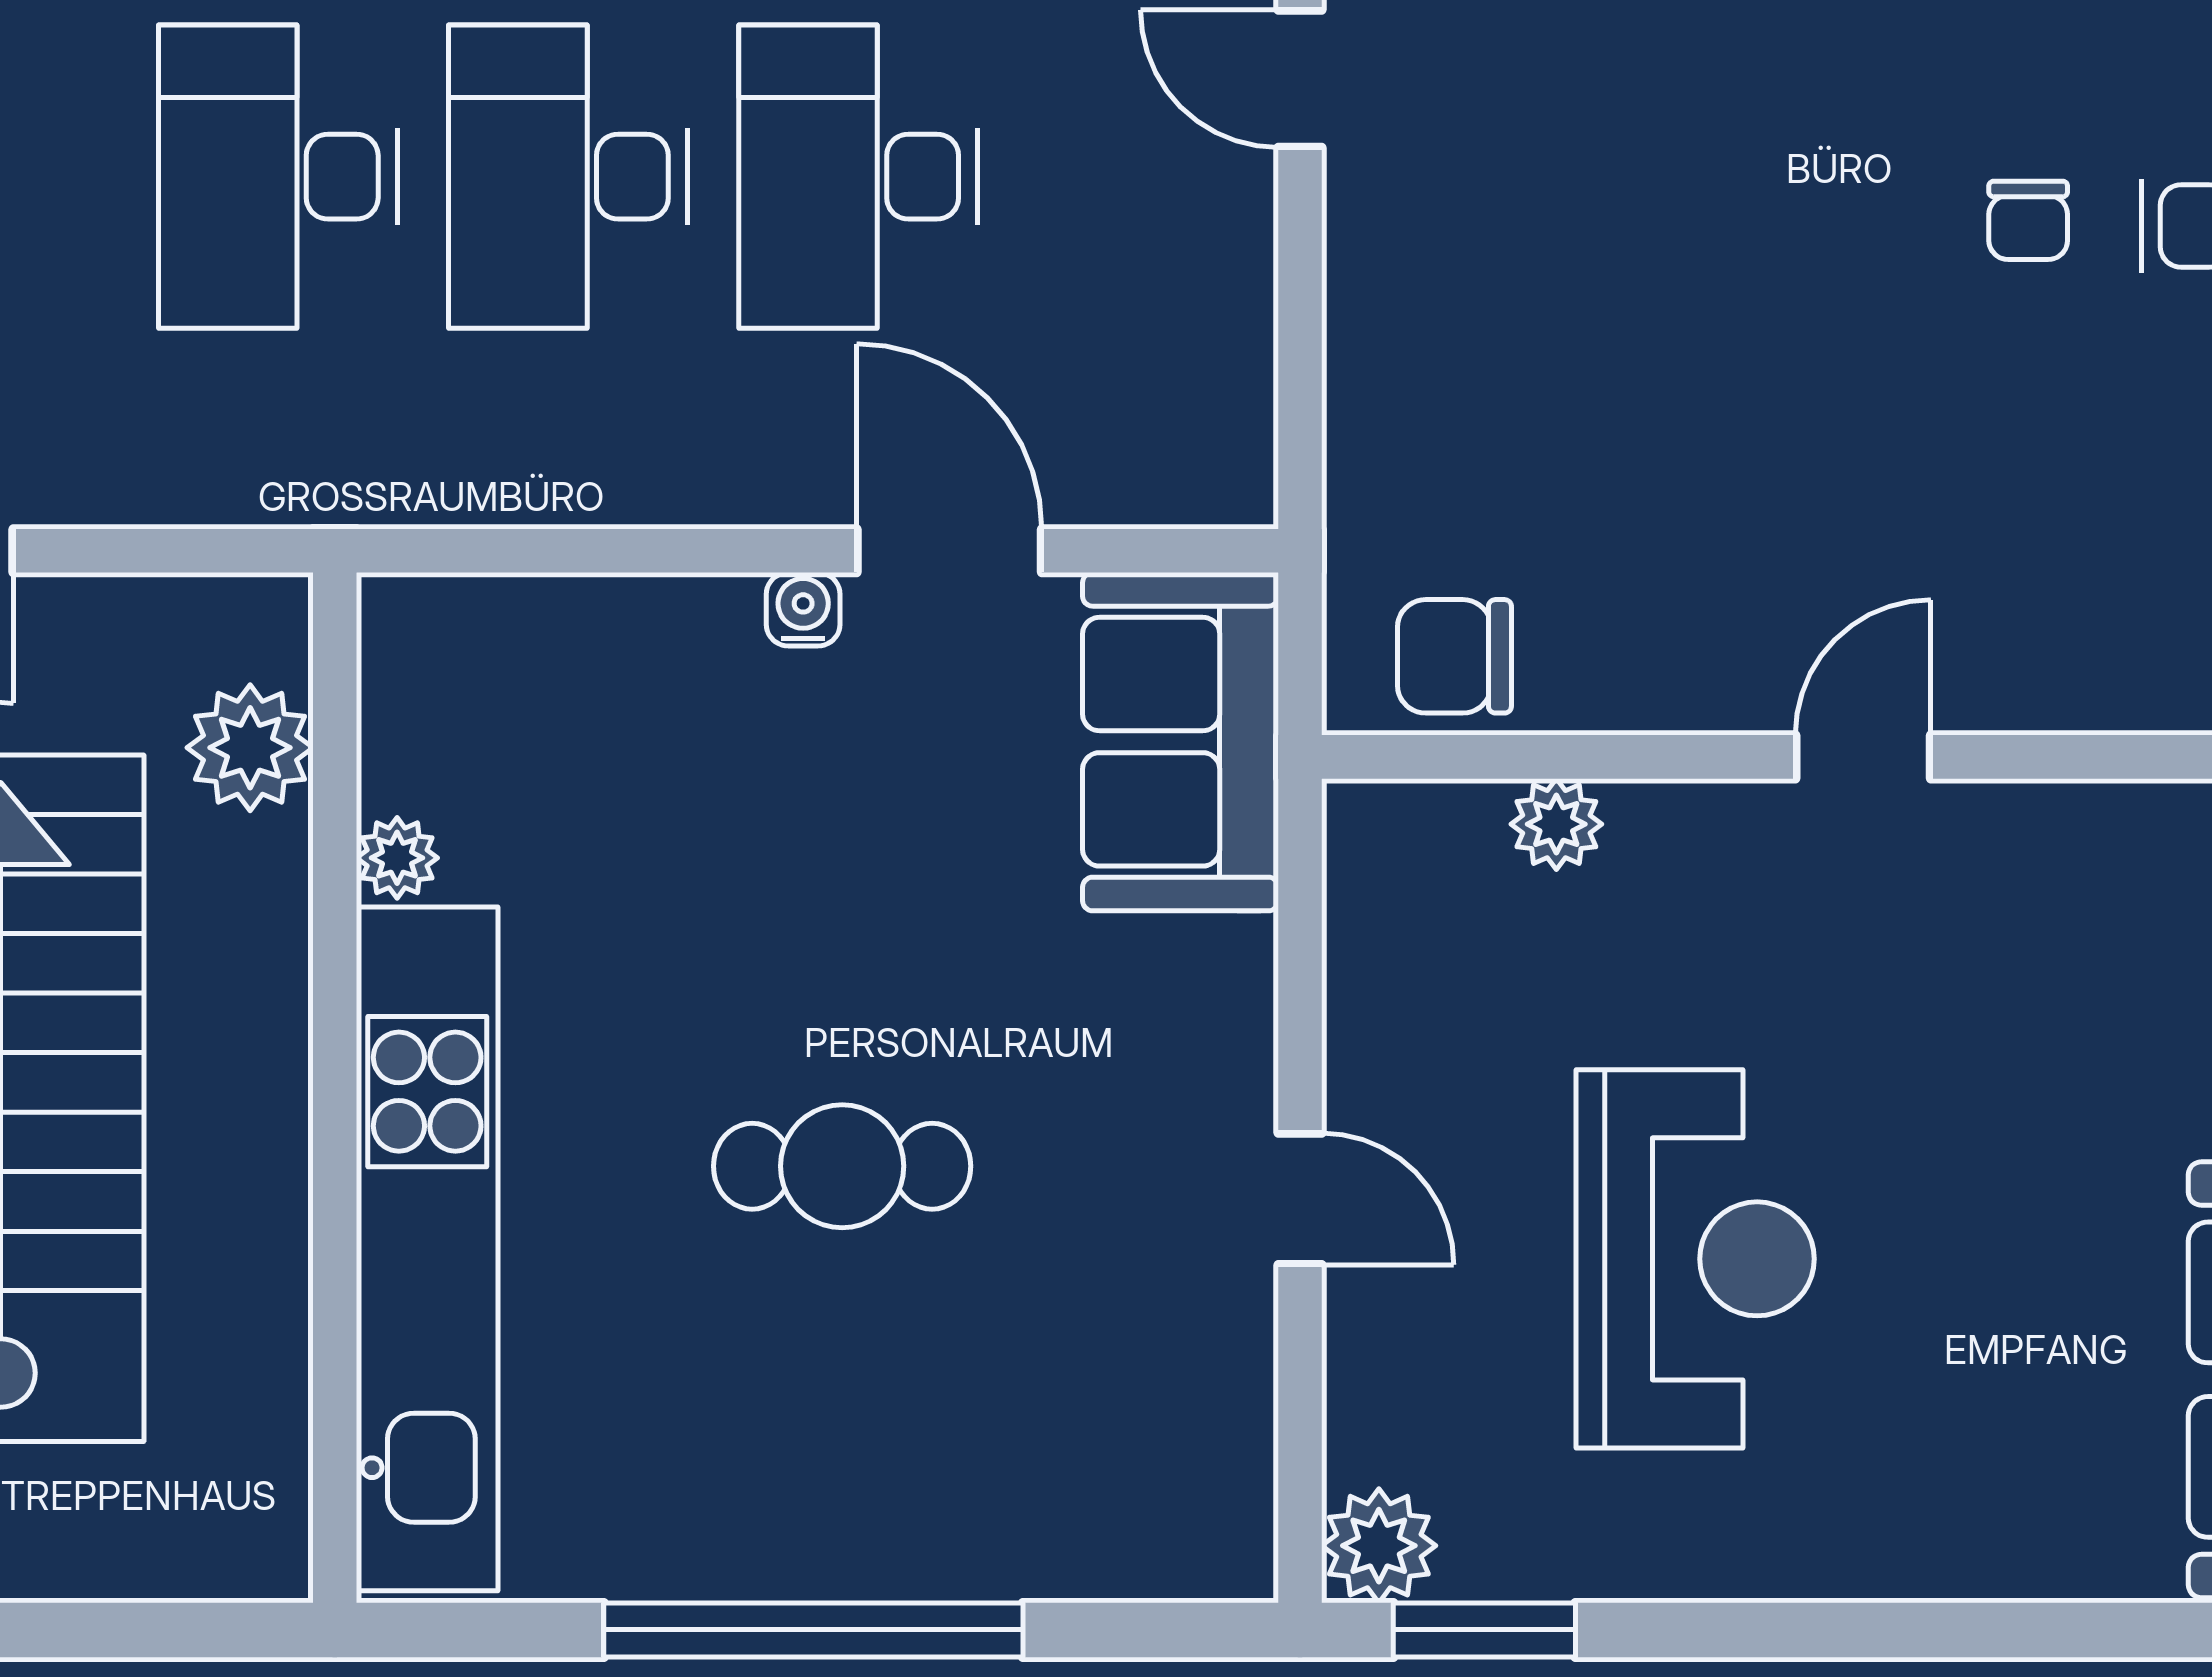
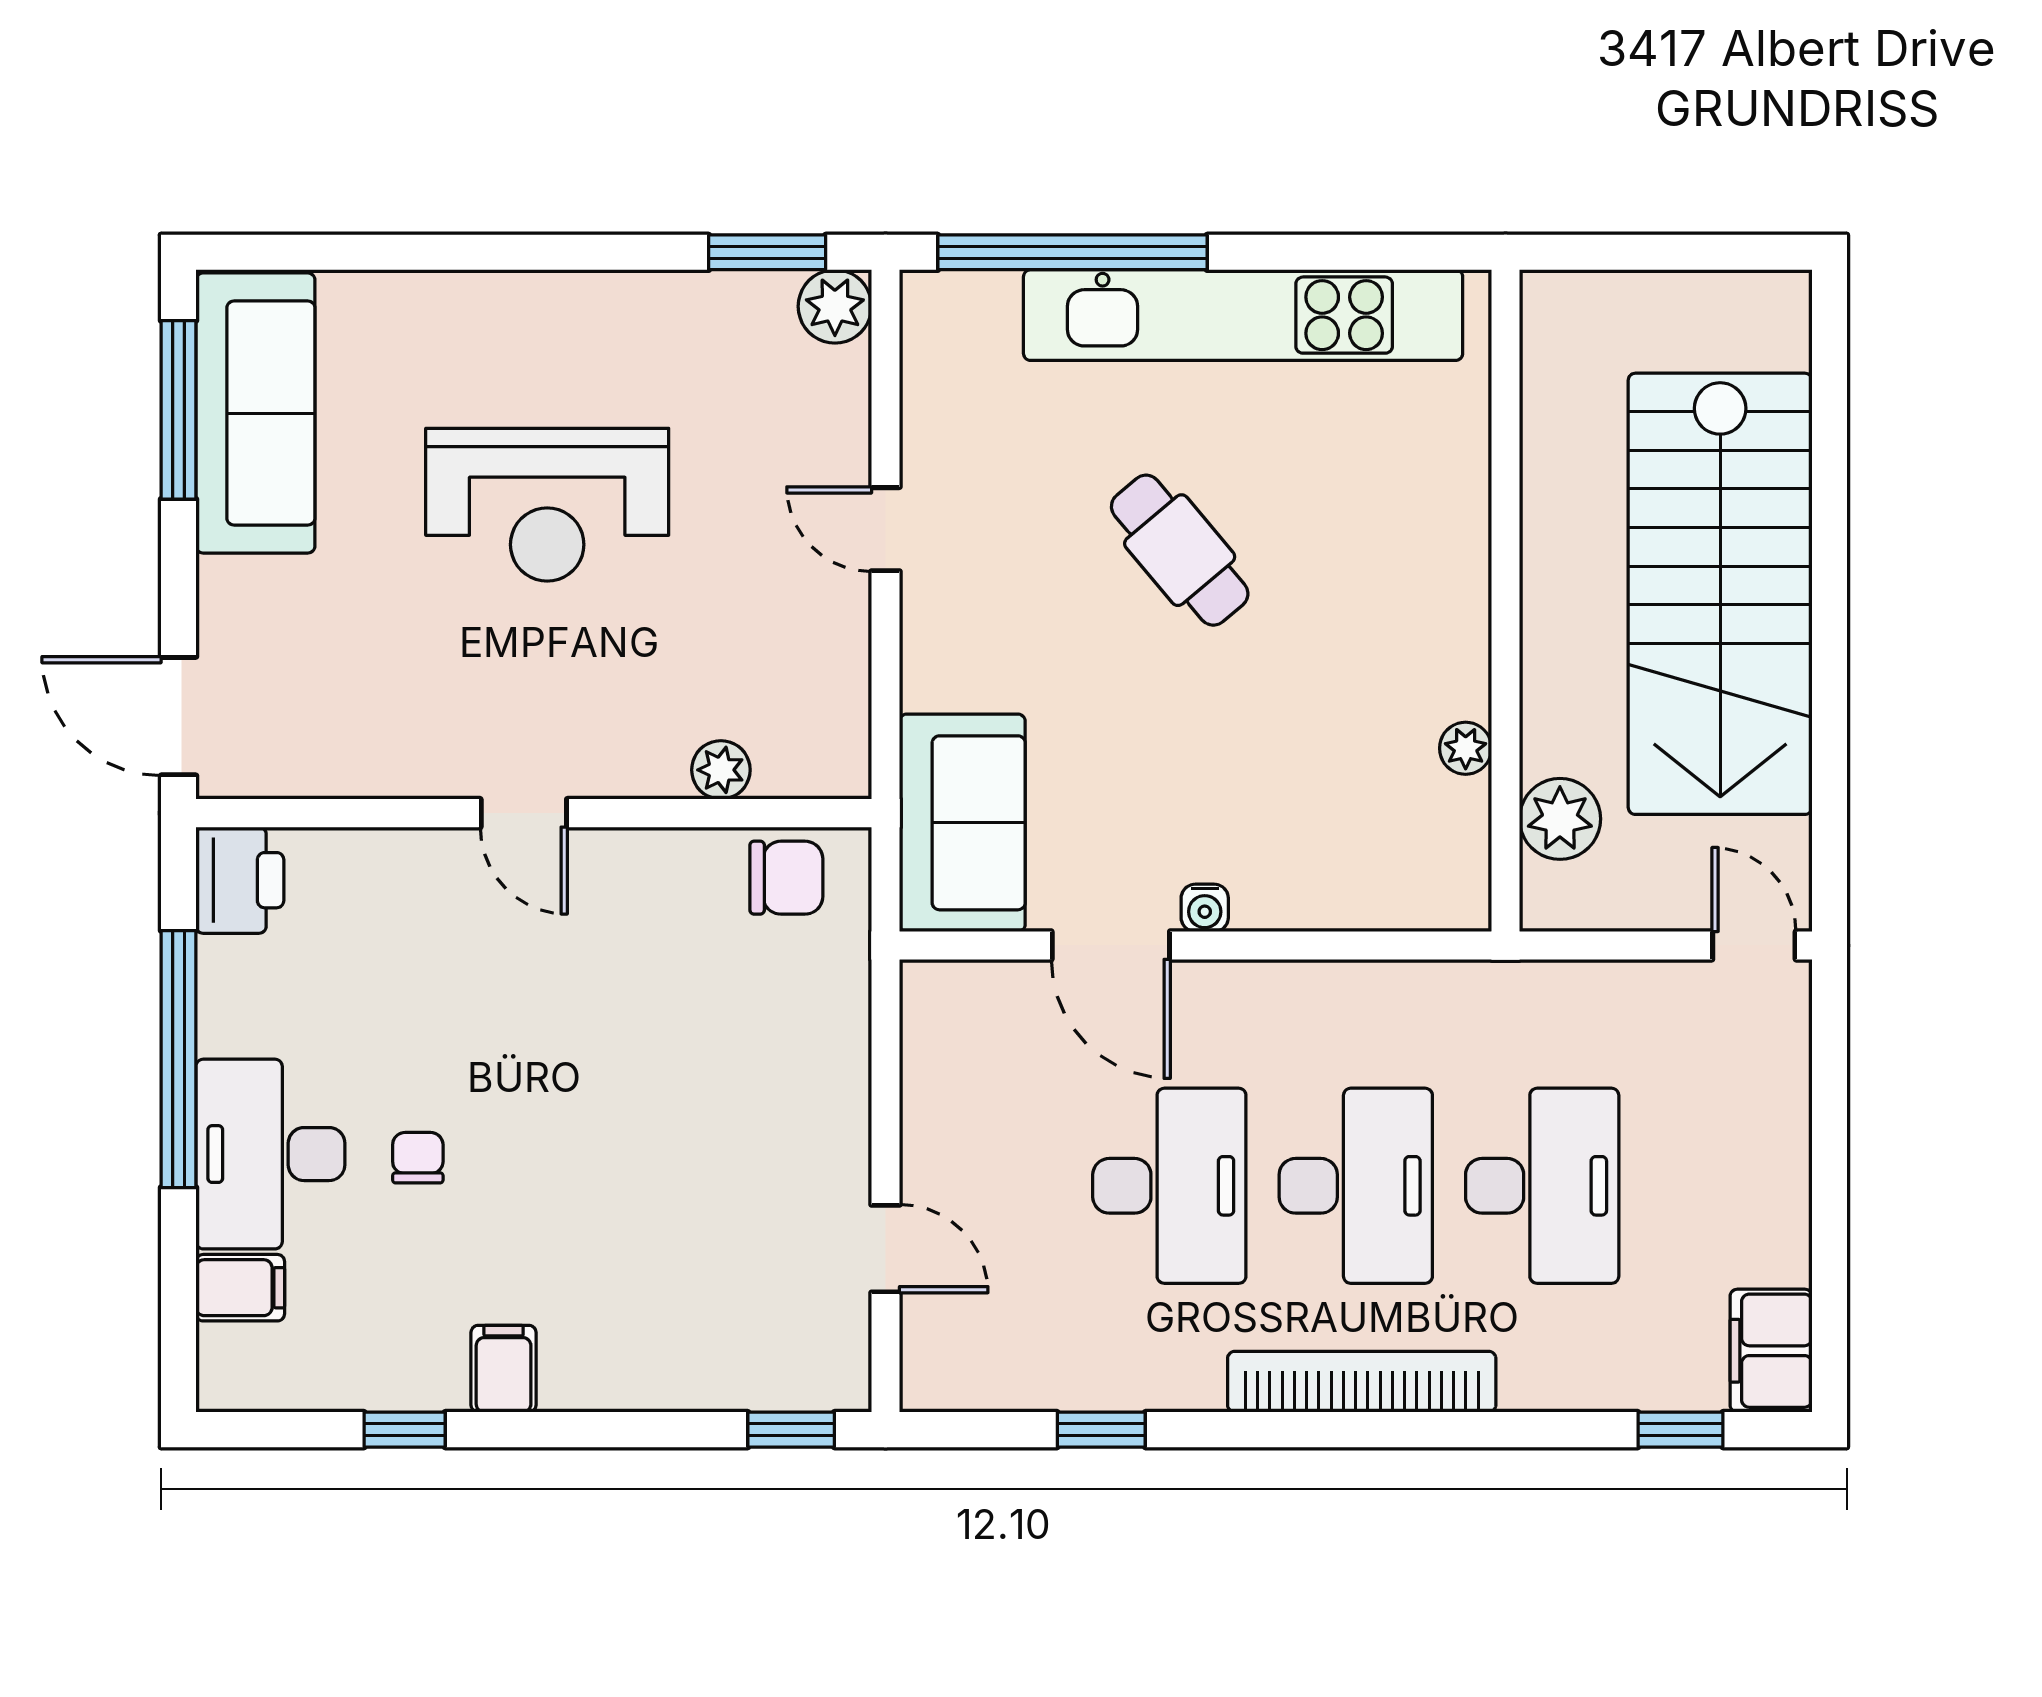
door: (1863, 757) -> (524, 813), hinge flipped
cafe table: (842, 1166) -> (1180, 550), turned 50
kitchen unit: (427, 1249) -> (1243, 315), moved, turned -90
reception desk: (1695, 1259) -> (547, 505), moved, turned -90
window: (813, 1630) -> (1072, 252), moved

